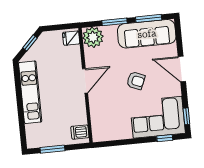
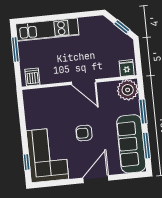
armchair: (136, 81) -> (84, 133), turned 68
kitchen unit: (30, 92) -> (47, 30), moved
window: (186, 116) -> (48, 184), removed

